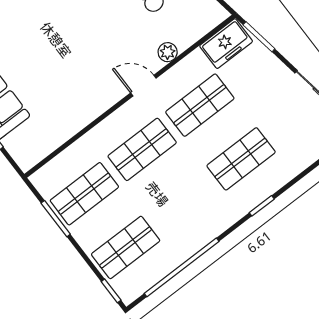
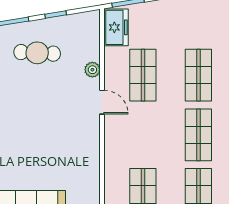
door: (143, 86) -> (102, 102), swing flipped
shop shelf: (142, 149) -> (198, 135), moved

